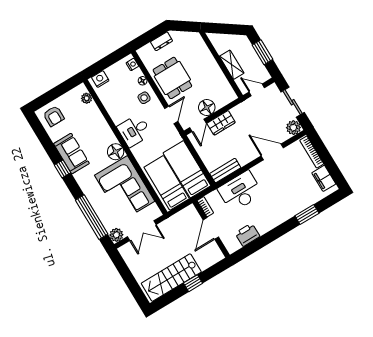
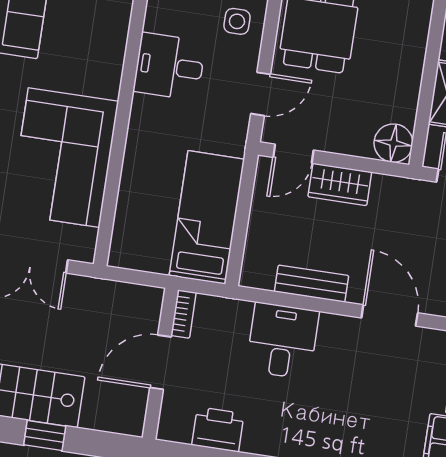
floor lamp: (207, 107) -> (393, 143), moved
floor lamp: (116, 152) -> (103, 77), removed
bench: (225, 171) -> (312, 284), moved
bed: (167, 183) -> (149, 212), removed
desk: (240, 191) -> (282, 341), width x0.73

